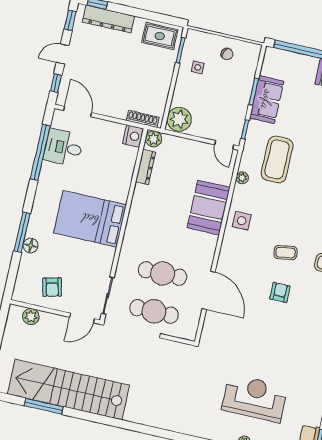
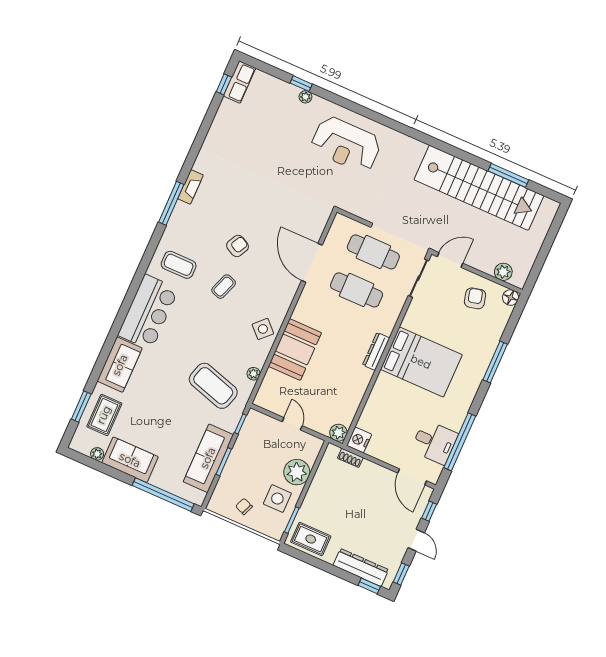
door: (63, 54) -> (416, 540), hinge flipped
side table: (198, 67) -> (277, 499), width x1.87, depth x1.87
sofa: (267, 100) -> (208, 458), width x1.36
shoe rack: (143, 119) -> (350, 458), width x0.70
plant: (179, 119) -> (297, 472), moved
door: (224, 145) -> (292, 424), moved
coffee table: (277, 159) -> (213, 386), turned -73
dresser: (146, 167) -> (376, 351), moved
side table: (242, 221) -> (263, 329), turned 45
floor lamp: (31, 246) -> (511, 298), moved
coffee table: (285, 253) -> (224, 287), turned -61
armchair: (280, 292) -> (238, 246), turned -152
reception desk: (255, 398) -> (346, 144), moved

